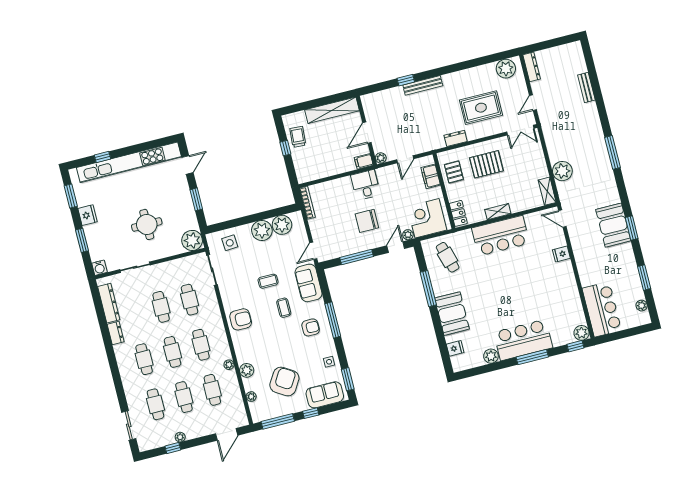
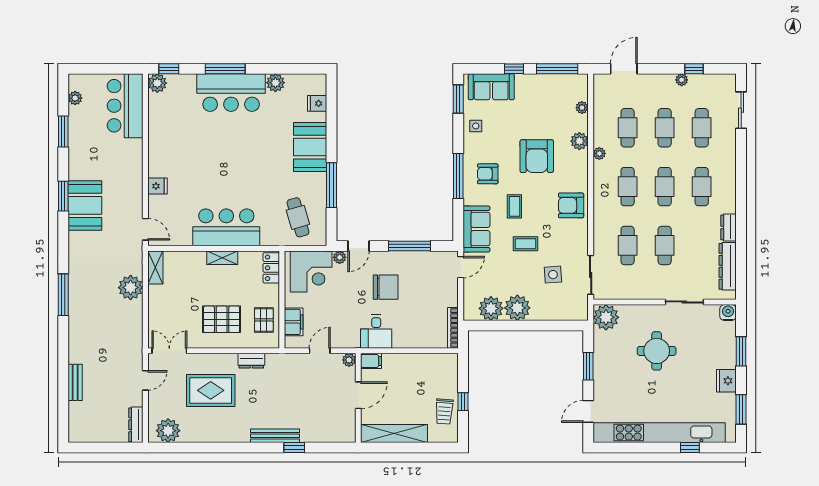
side table: (230, 243) -> (553, 275), moved
armchair: (284, 382) -> (537, 156), moved, turned -32

